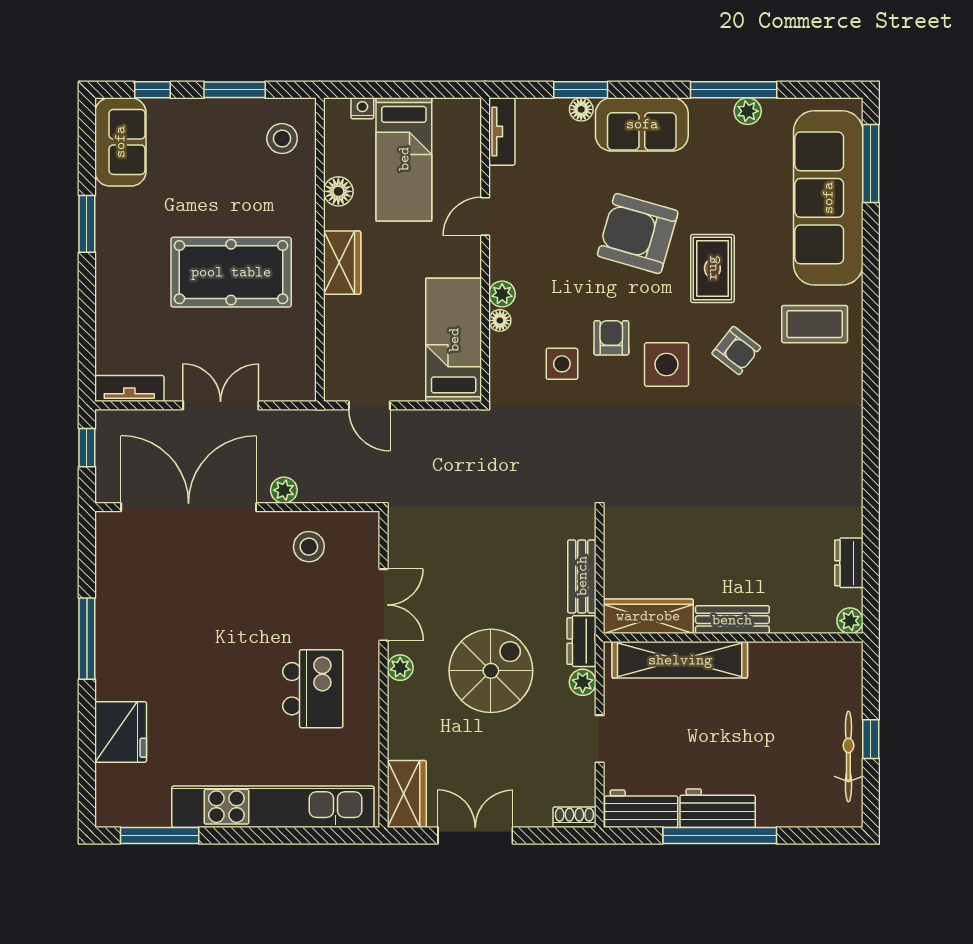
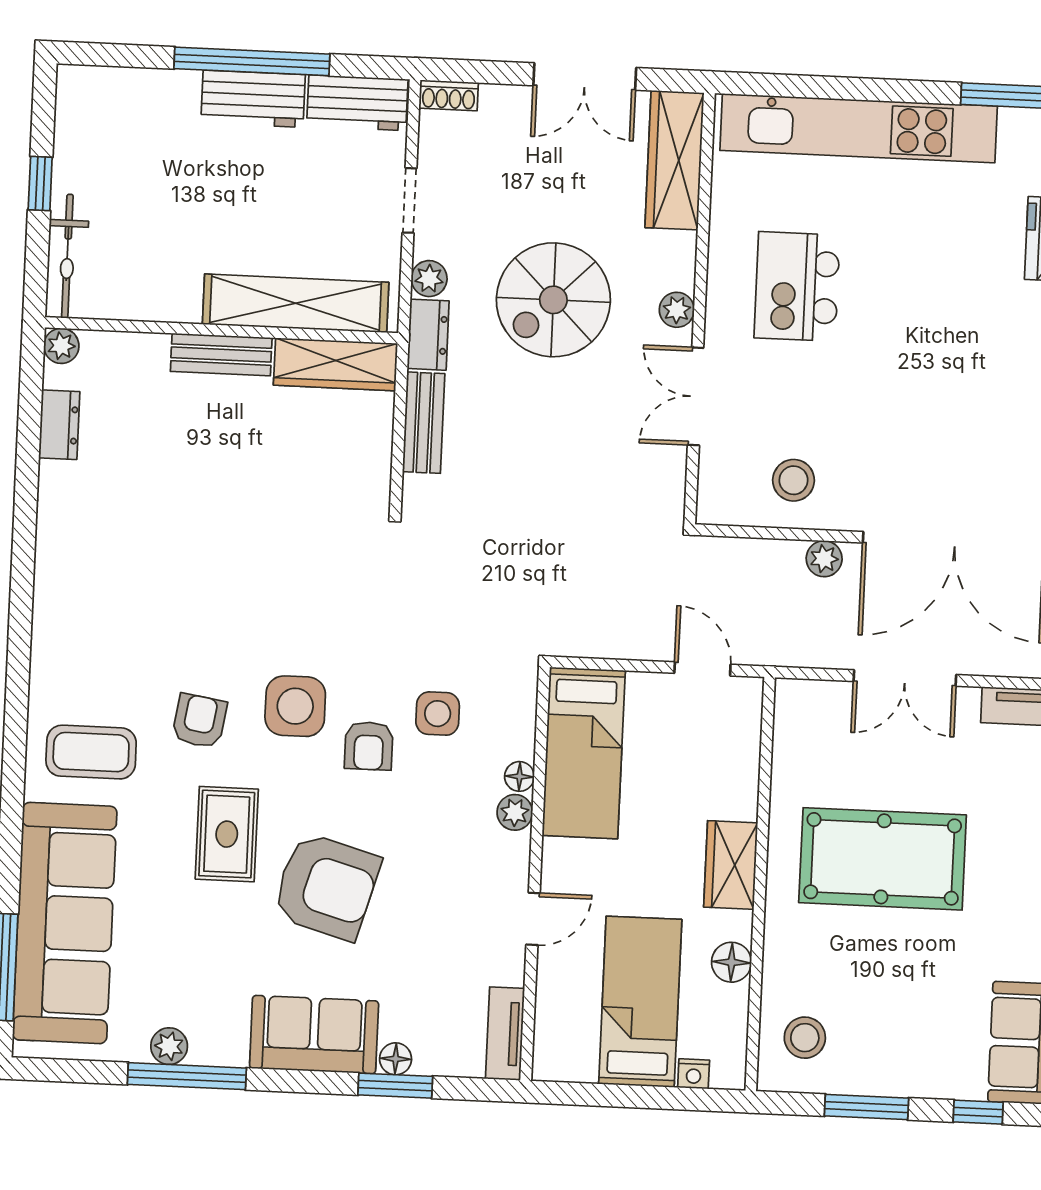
armchair: (736, 350) -> (199, 721), turned 61
bicycle: (848, 756) -> (67, 256), moved
wardrobe: (407, 794) -> (675, 160), width x1.50

